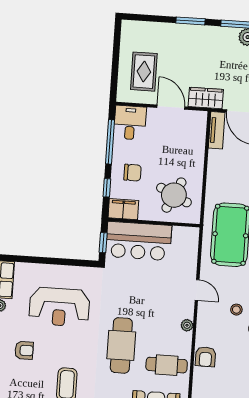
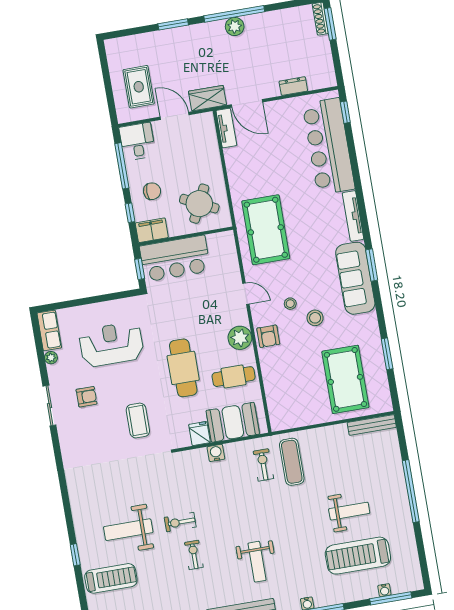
reception desk: (59, 307) -> (111, 344), turned 180
plant: (187, 325) -> (240, 338), width x1.88, depth x1.88
armchair: (205, 357) -> (268, 336), moved

